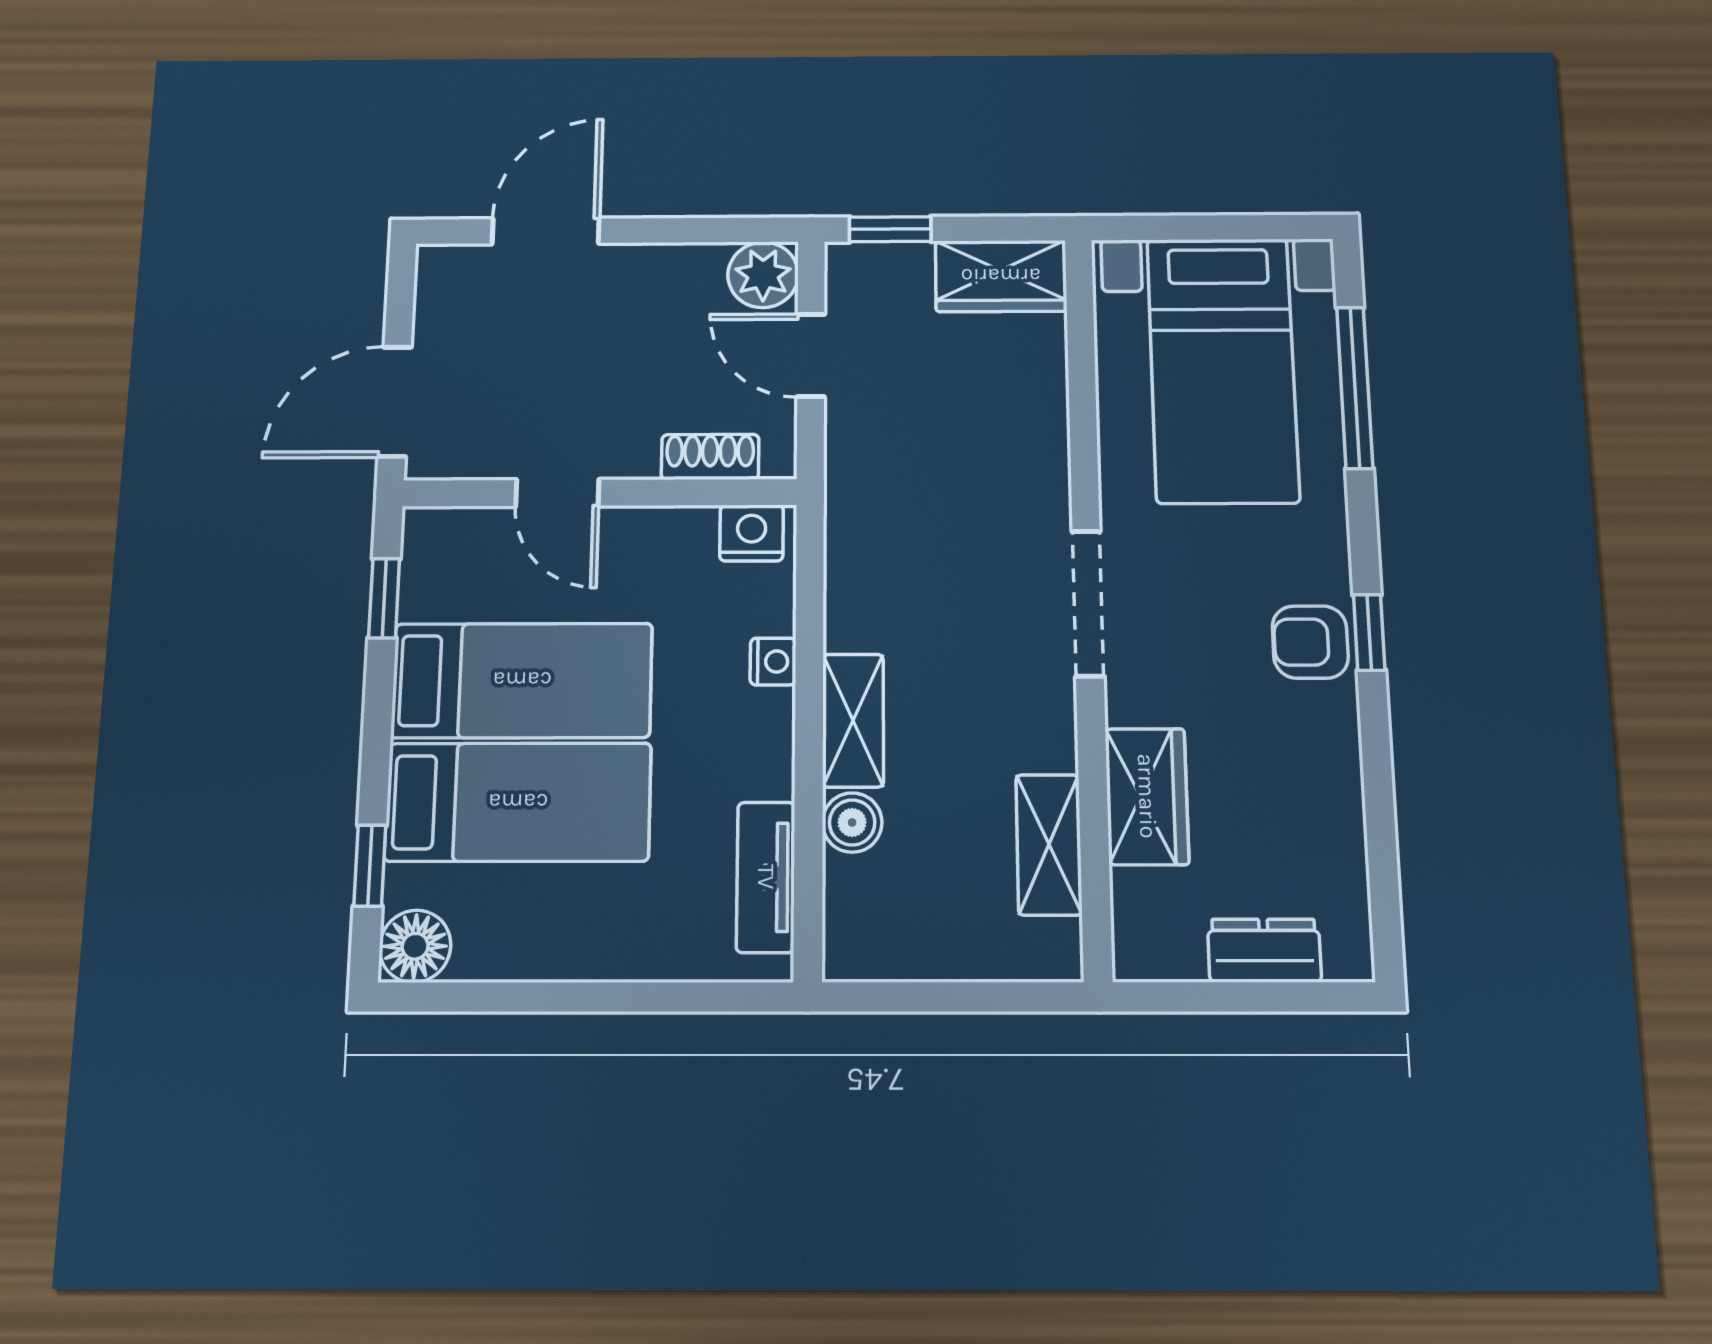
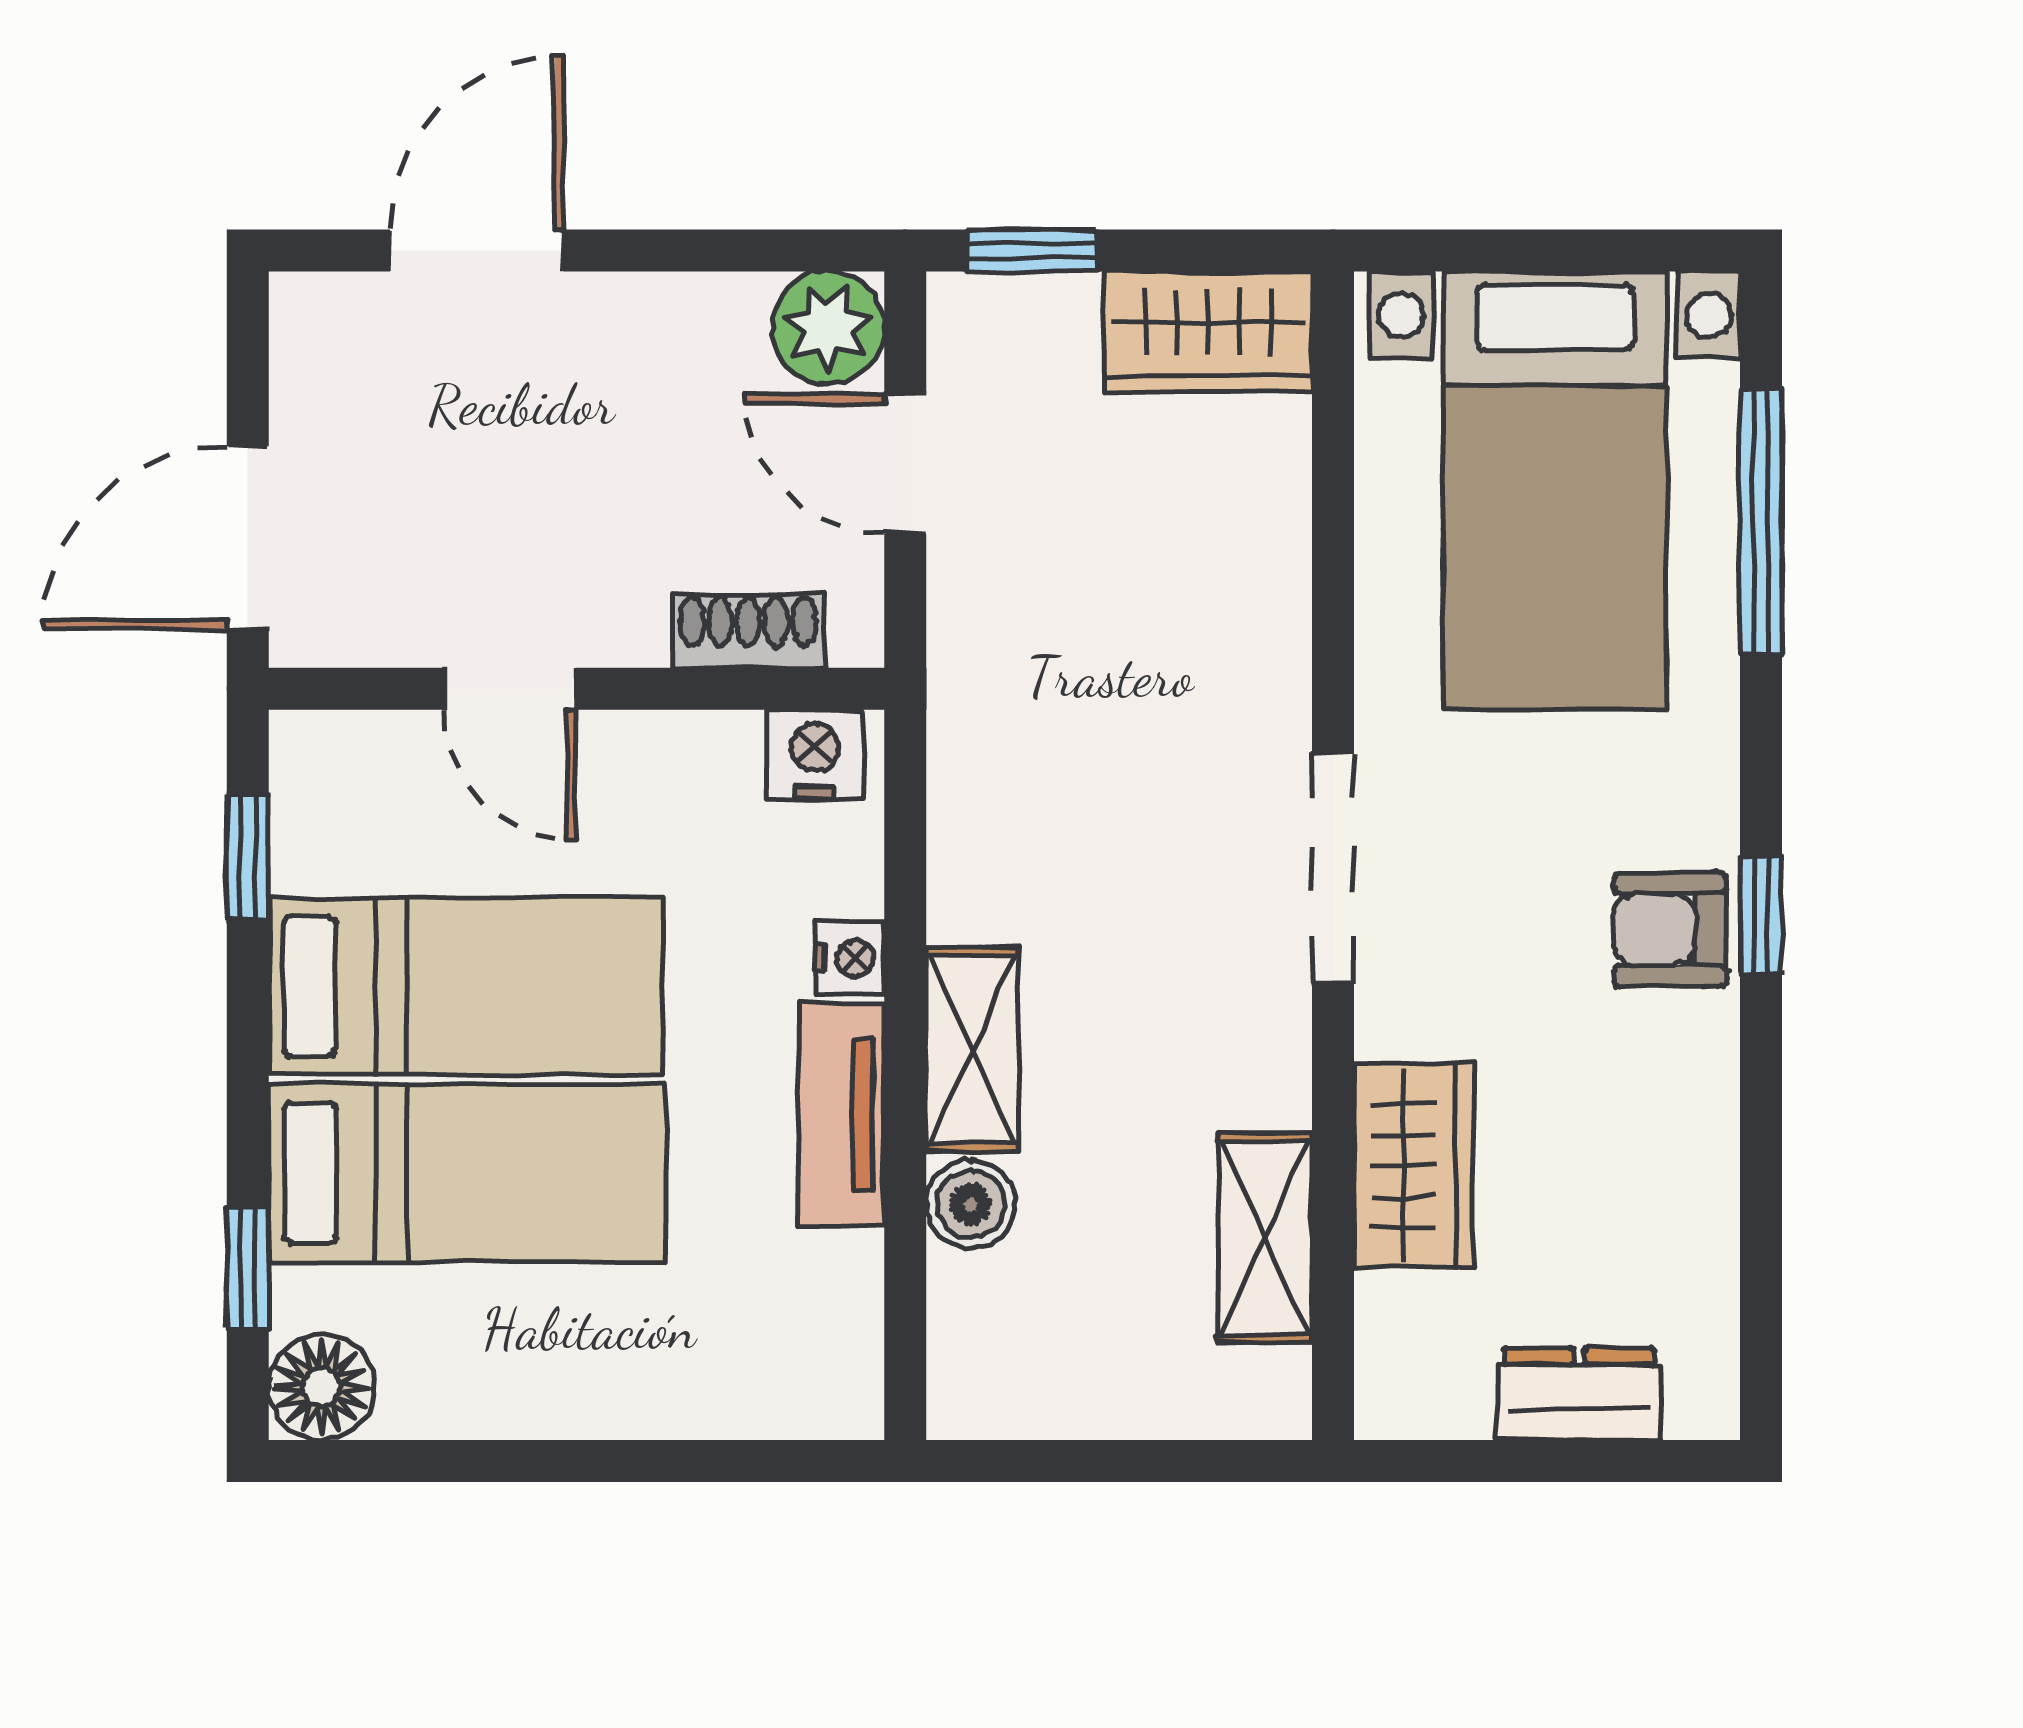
tv unit: (766, 877) -> (842, 1114), moved

